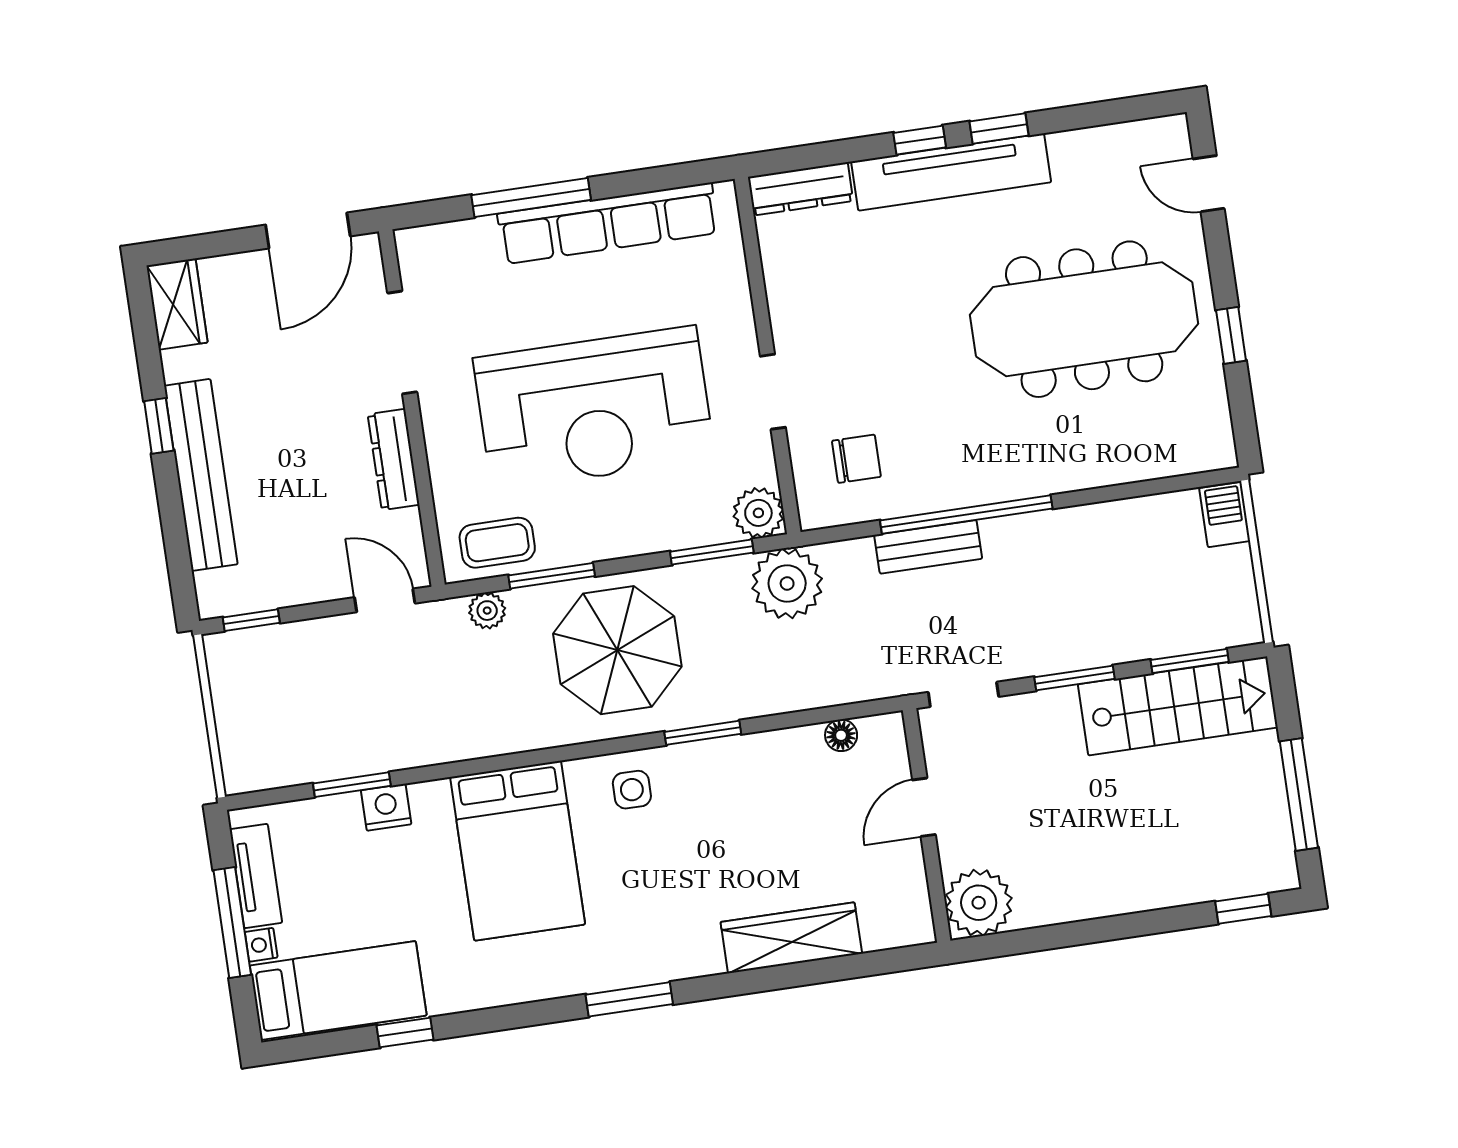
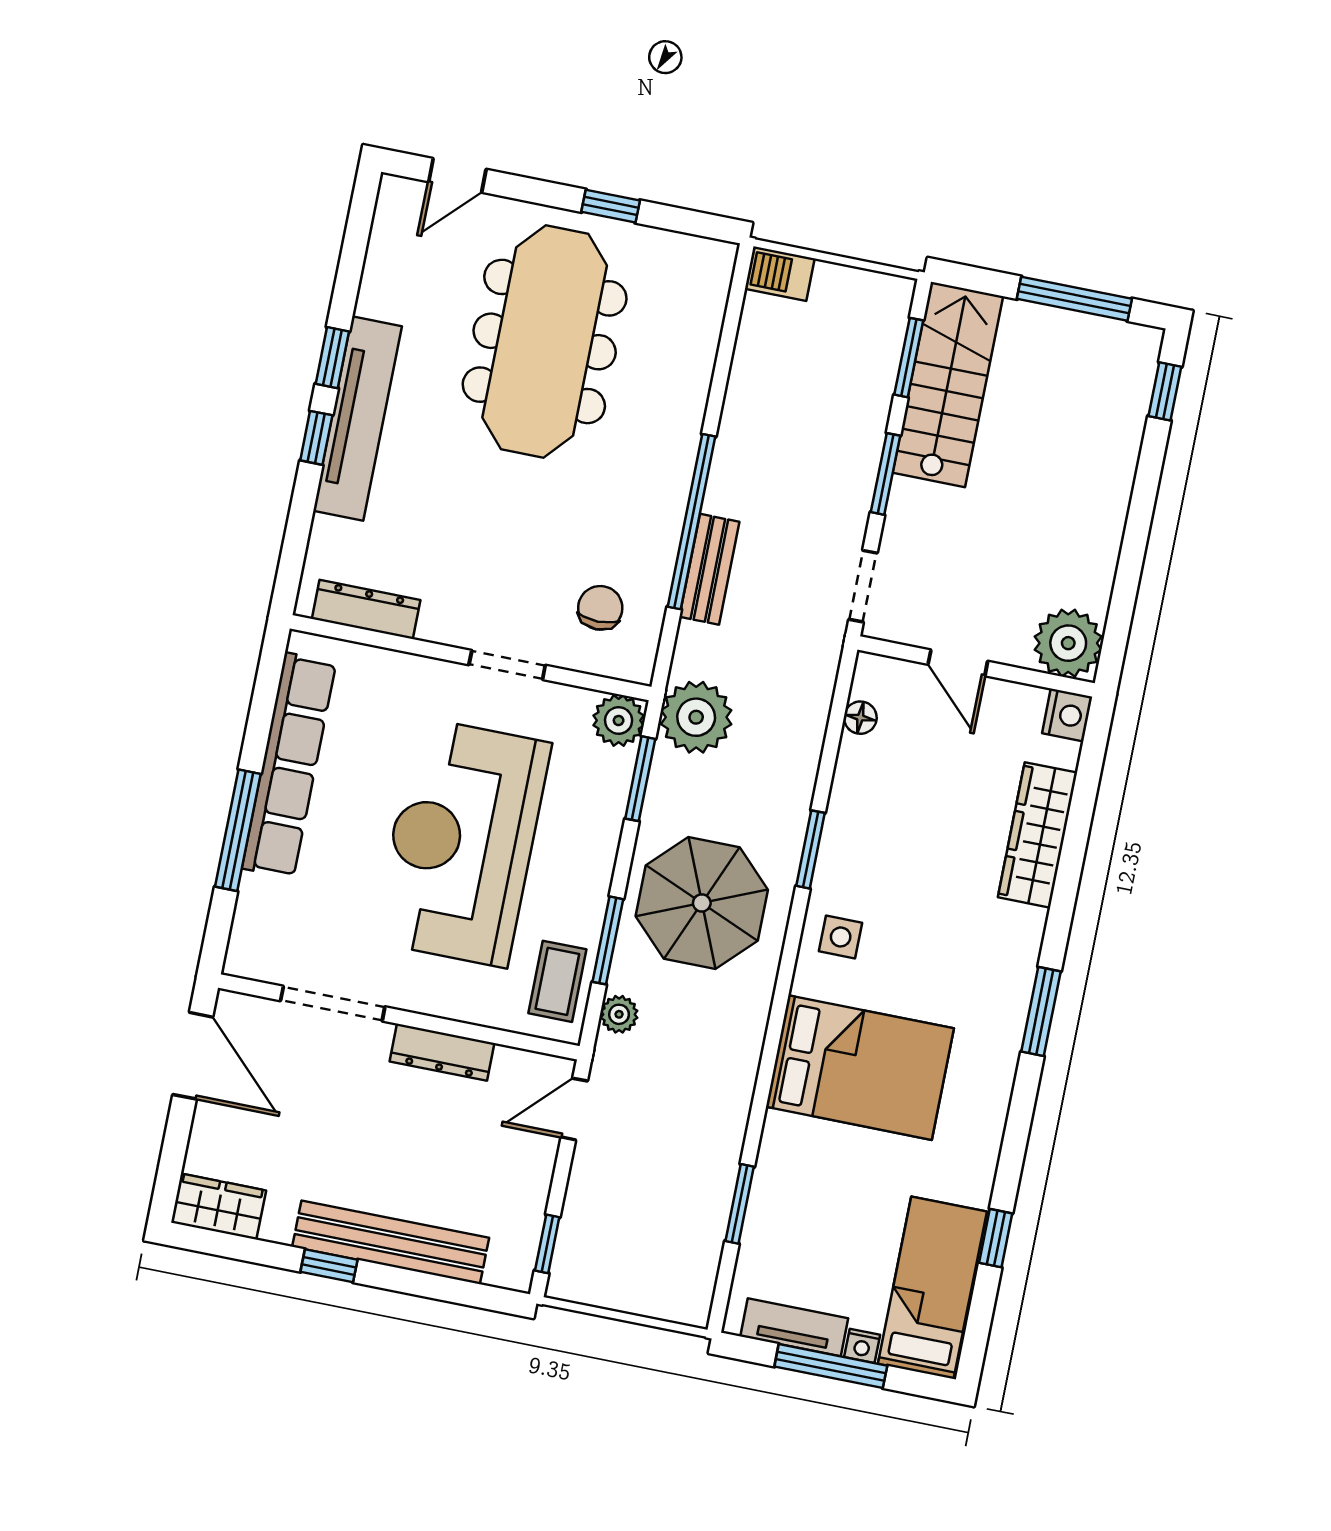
dresser: (801, 189) -> (366, 609), moved, turned -90
reception desk: (594, 408) -> (462, 842), turned 180
nightstand: (386, 807) -> (1067, 715), moved, turned 180

